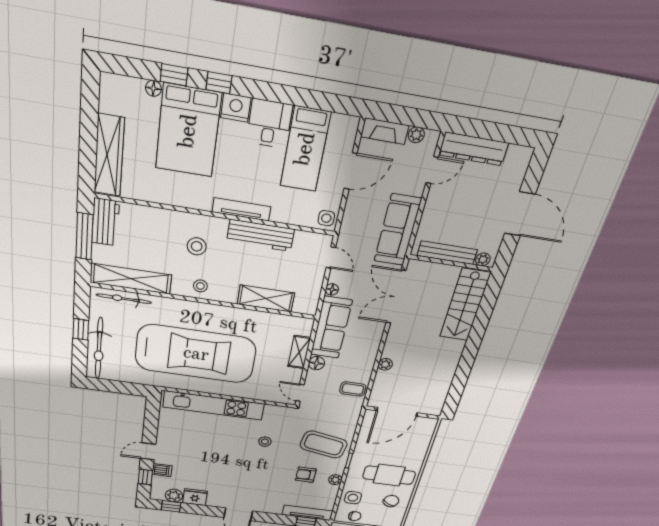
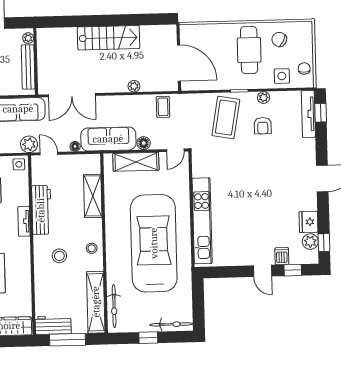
tv unit: (241, 209) -> (24, 221), width x0.71
plant: (349, 236) -> (29, 144), added
door: (331, 257) -> (49, 154), hinge flipped
stairs: (465, 305) -> (109, 38), moved
bicycle: (99, 348) -> (171, 324), width x0.73, depth x0.71
shelving: (299, 352) -> (136, 162), width x1.50, depth x1.33
stool: (265, 442) -> (232, 170), removed

